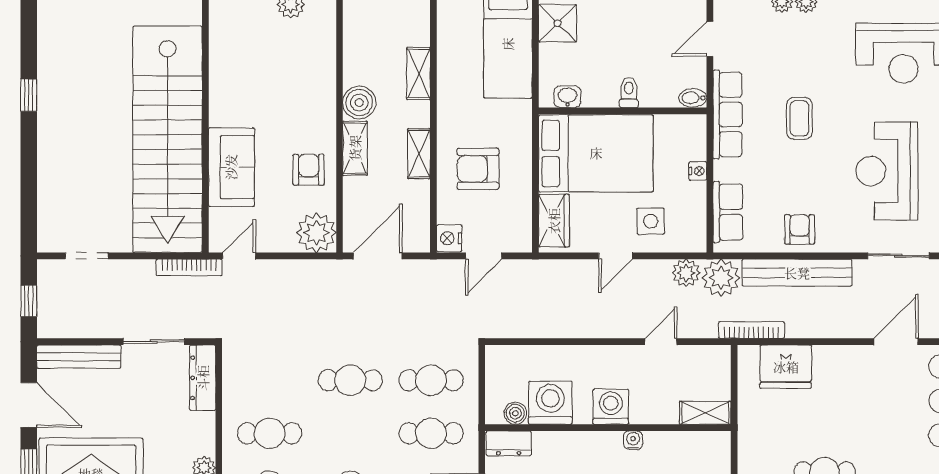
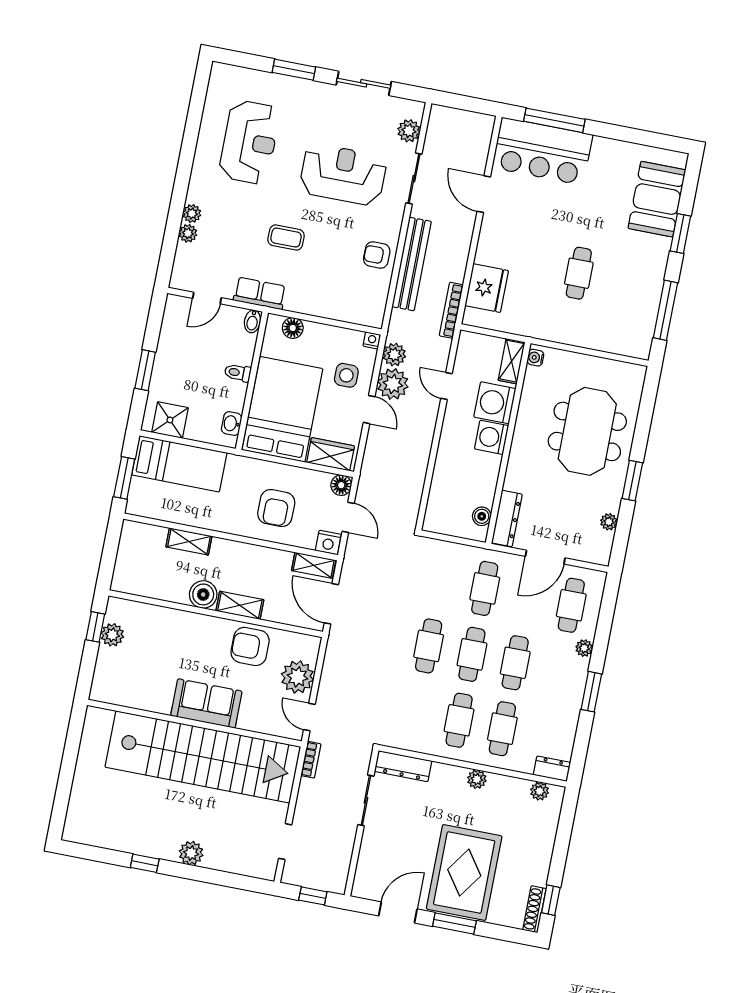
door: (710, 39) -> (207, 298), hinge flipped
row of seats: (727, 114) -> (260, 293), width x0.68
floor lamp: (694, 147) -> (293, 328), added
plant: (51, 148) -> (191, 853), added
shelving: (419, 154) -> (314, 565), moved
sofa: (231, 167) -> (206, 703), moved
armchair: (309, 170) -> (250, 646), width x1.38, depth x1.38
nightstand: (698, 171) -> (372, 340), moved
reception desk: (887, 171) -> (343, 175), turned 180
row of seats: (728, 212) -> (351, 311), removed
plant: (316, 233) -> (297, 677), moved
floor lamp: (520, 240) -> (341, 485), added
bookcase: (189, 267) -> (311, 760), width x0.64
plant: (721, 278) -> (393, 384), moved
bench: (79, 357) -> (366, 864), removed
cafe table: (431, 380) -> (472, 654), moved
washing machine: (550, 403) -> (495, 403), moved
water cooler: (633, 440) -> (535, 358), moved
dresser: (509, 443) -> (507, 519), width x1.44

